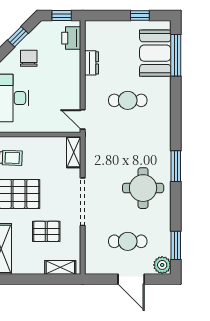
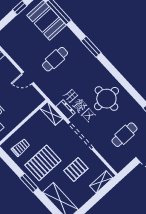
dresser: (91, 63) -> (66, 110), moved
door: (83, 119) -> (28, 78), moved
window: (176, 166) -> (91, 47), moved

